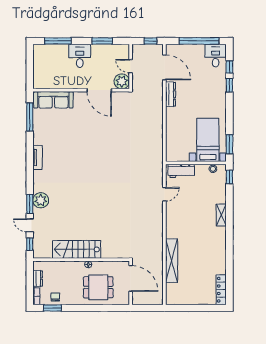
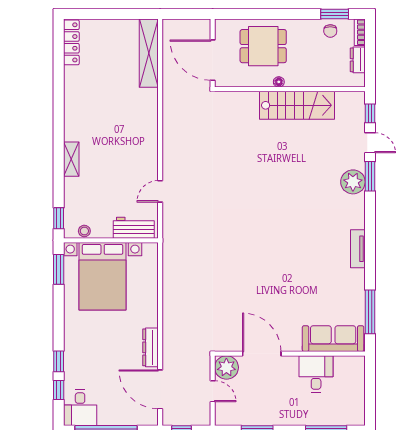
desk: (80, 56) -> (316, 374), moved, turned 180
bed with nightstands: (208, 140) -> (103, 276), width x1.36
shelving: (172, 261) -> (149, 53), moved

